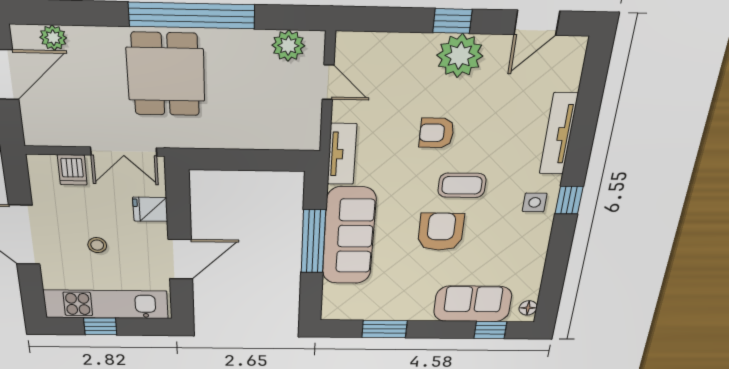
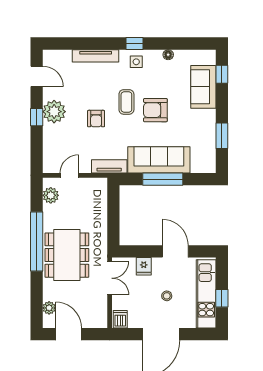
dining table: (166, 74) -> (67, 255), width x1.38
dishwasher: (72, 170) -> (120, 319), moved, turned -90
floor lamp: (528, 308) -> (168, 55), moved

